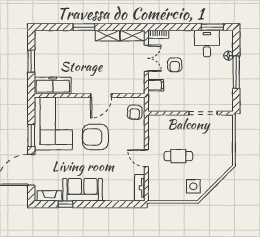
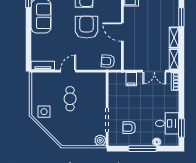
armchair: (175, 65) -> (129, 128), moved
plant: (227, 121) -> (100, 140), added

